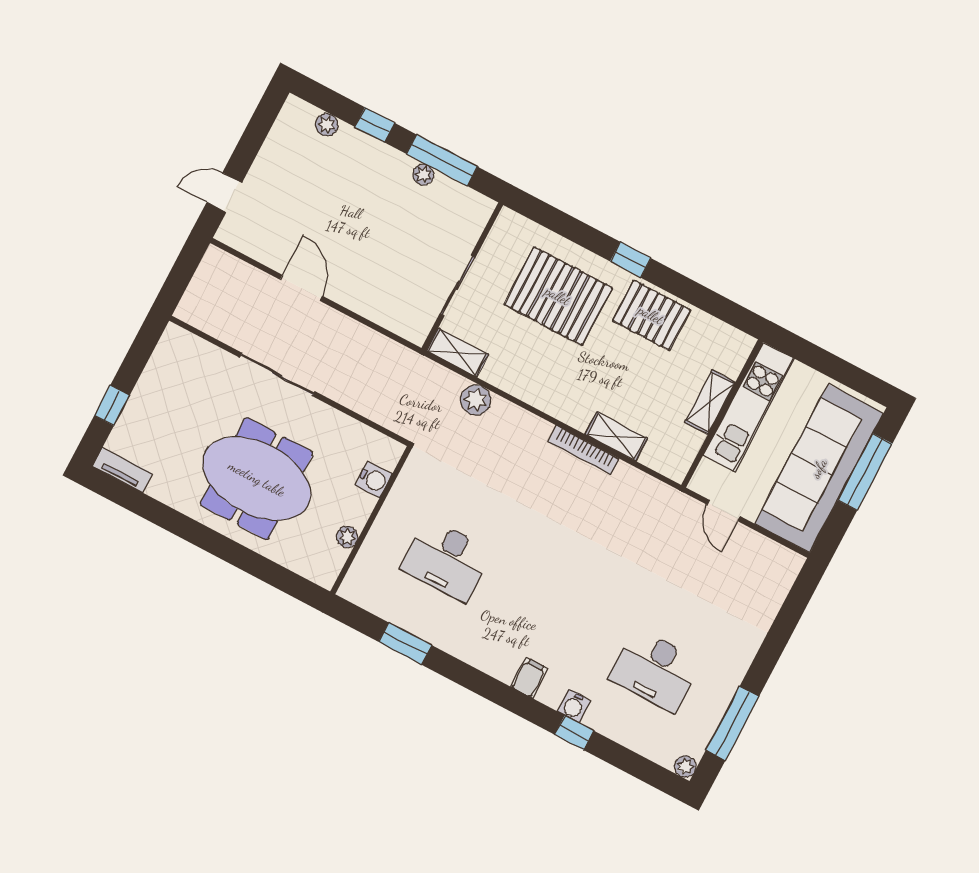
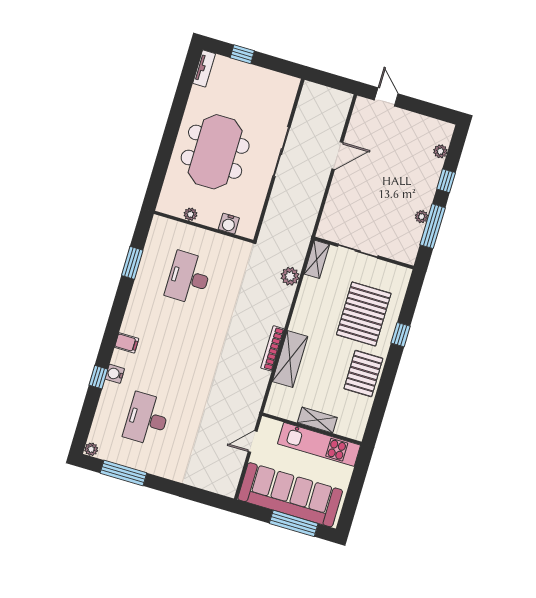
window: (631, 260) -> (401, 335), moved
shelving: (616, 436) -> (290, 359), width x1.50, depth x1.33

